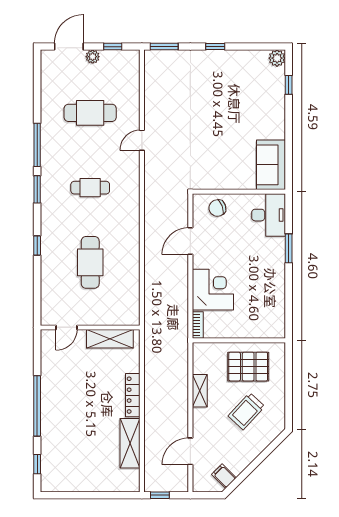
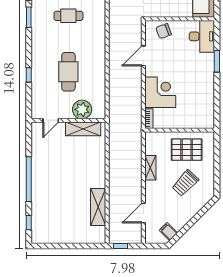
window: (37, 246) -> (29, 75), moved
plant: (108, 313) -> (82, 109), added
locker: (133, 395) -> (100, 171), removed

